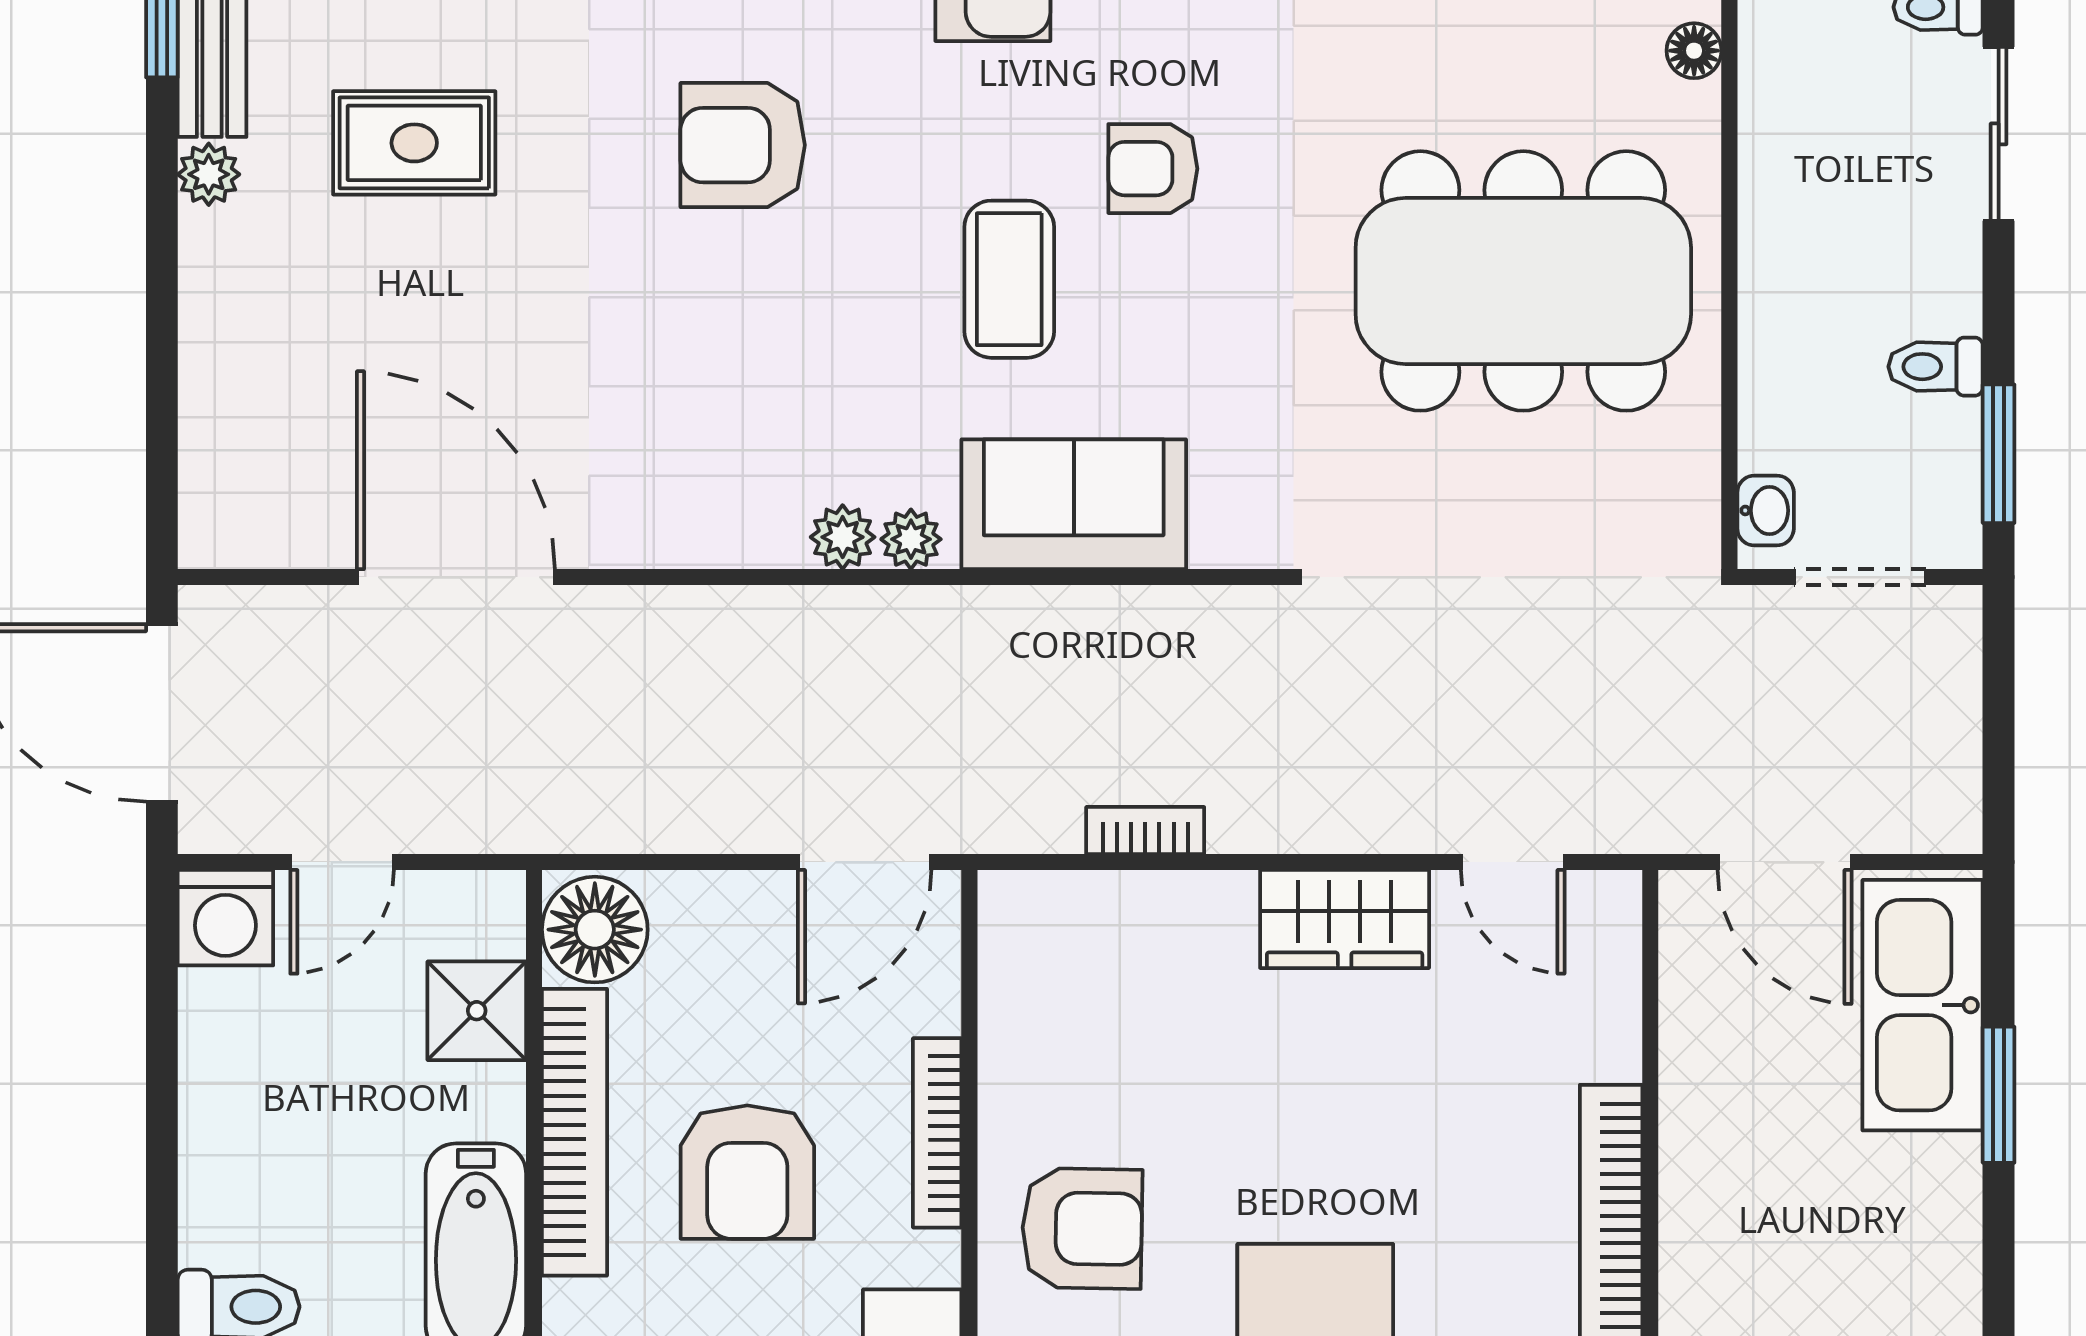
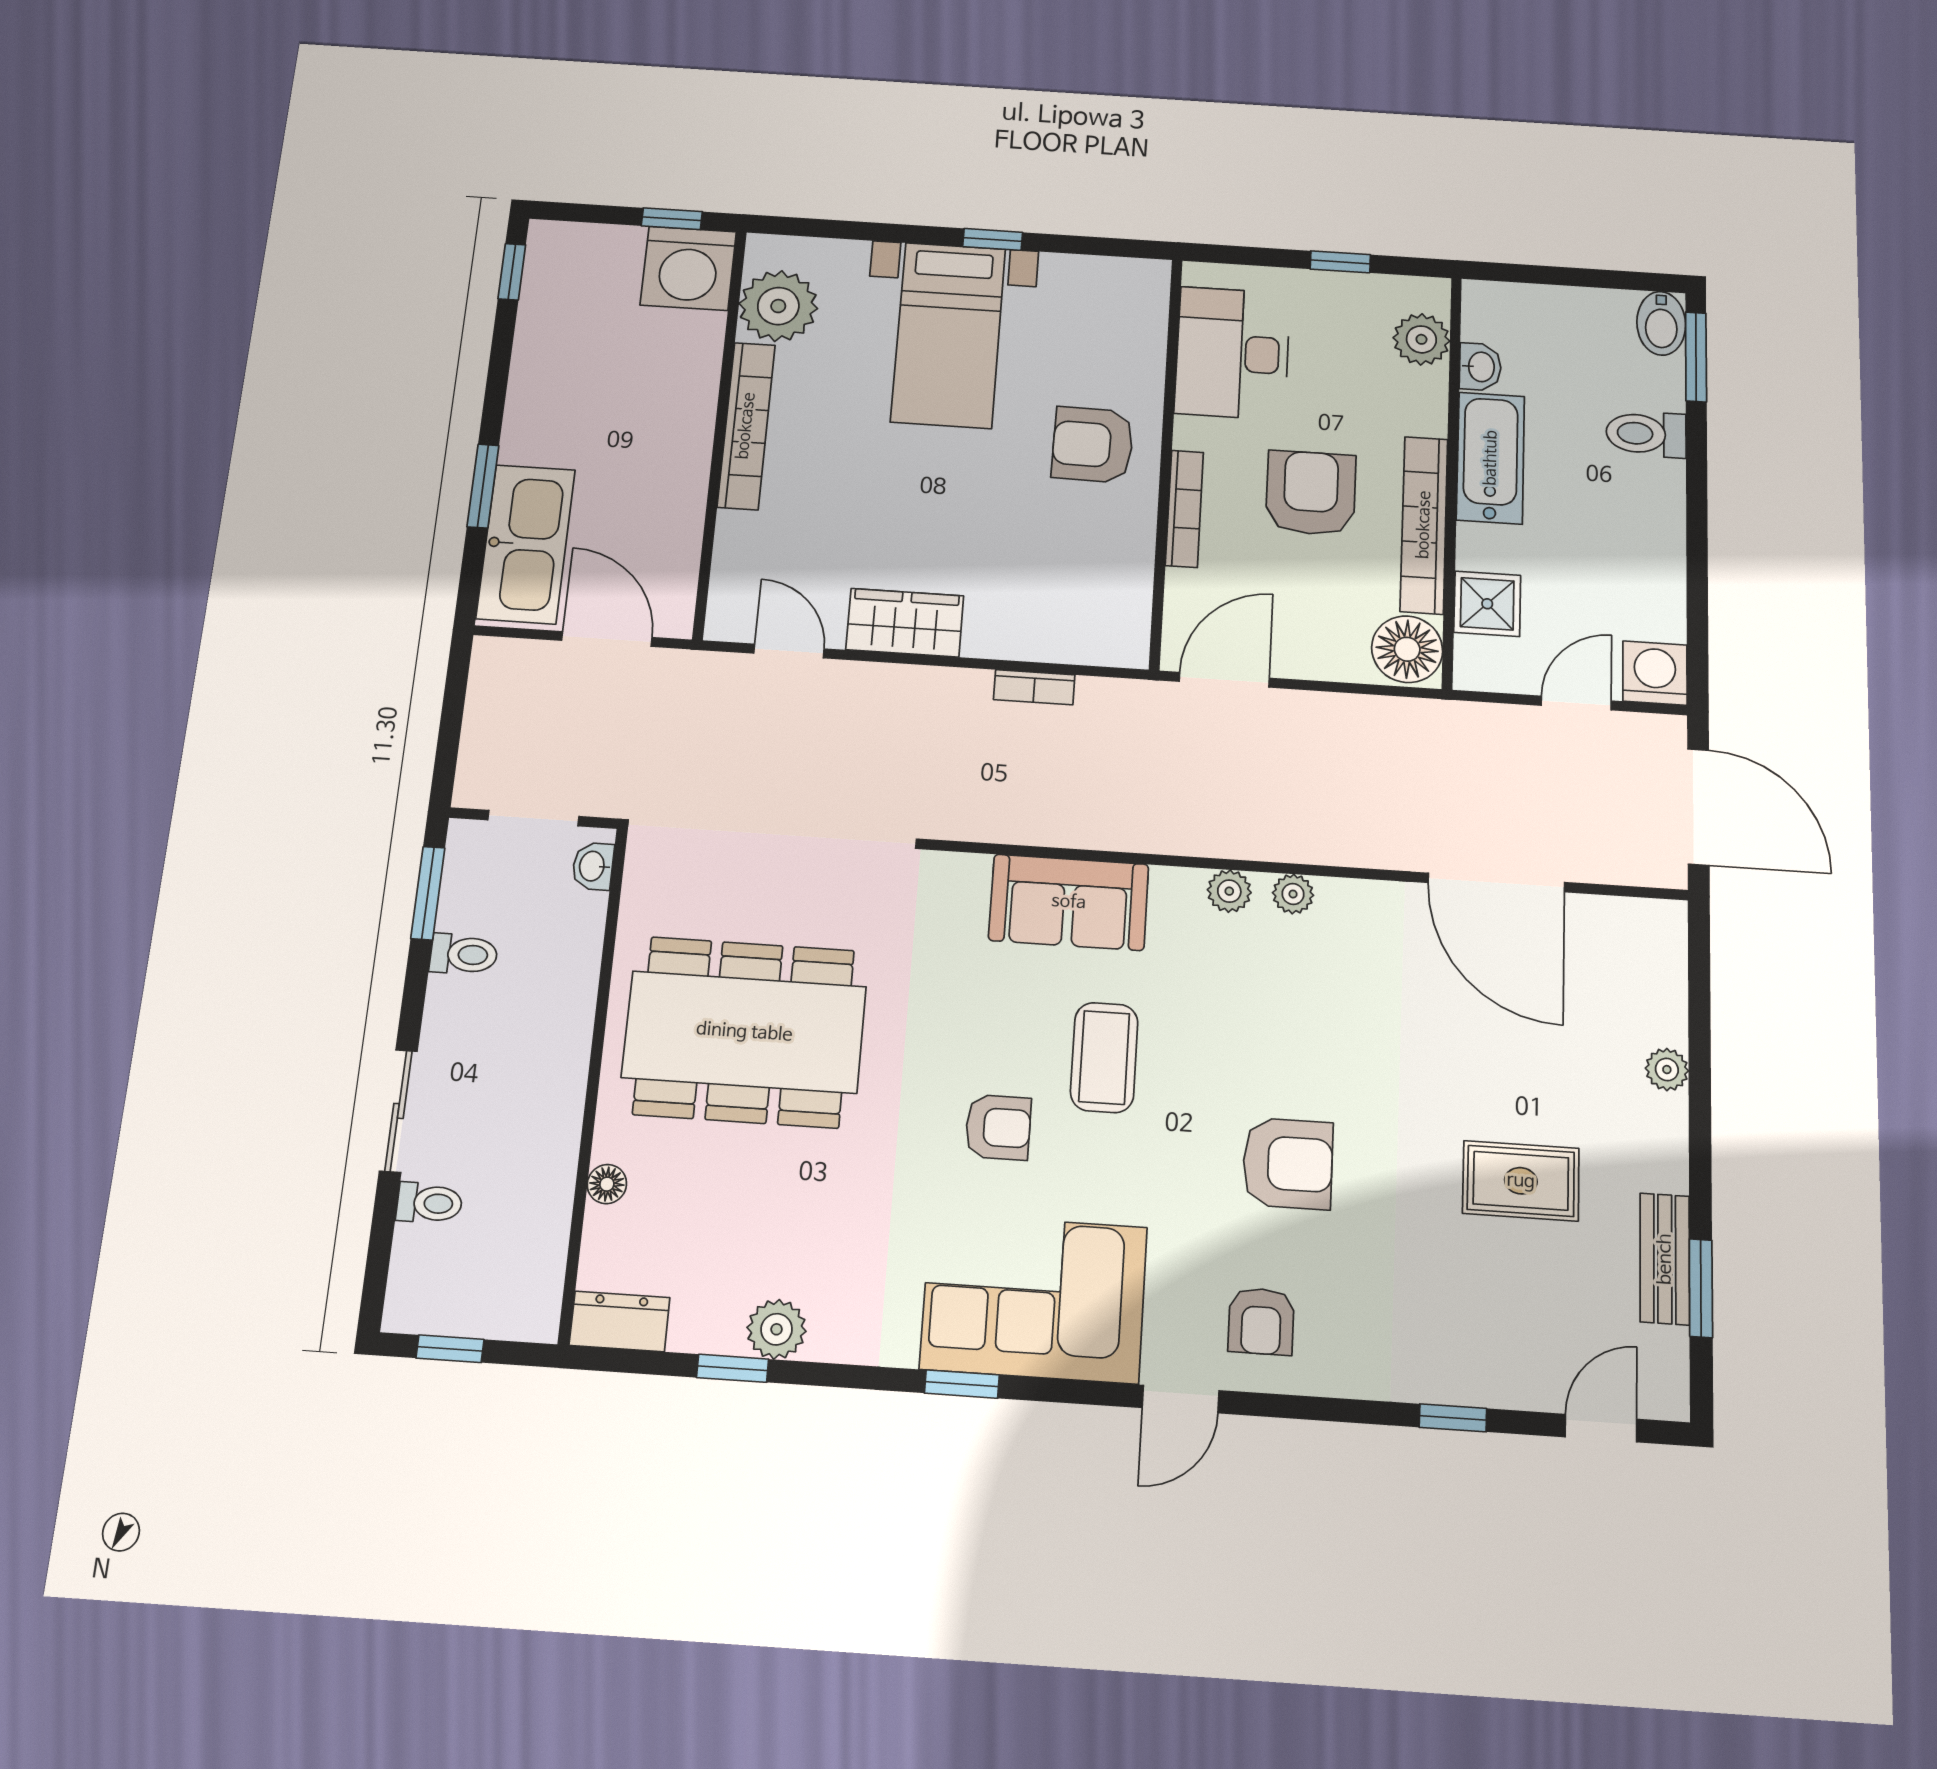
plant: (209, 174) -> (1667, 1070), moved
plant: (911, 539) -> (1293, 894), moved

